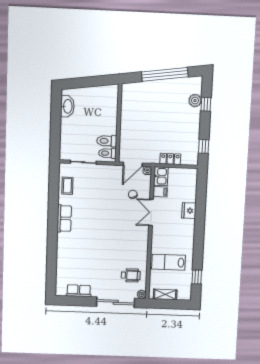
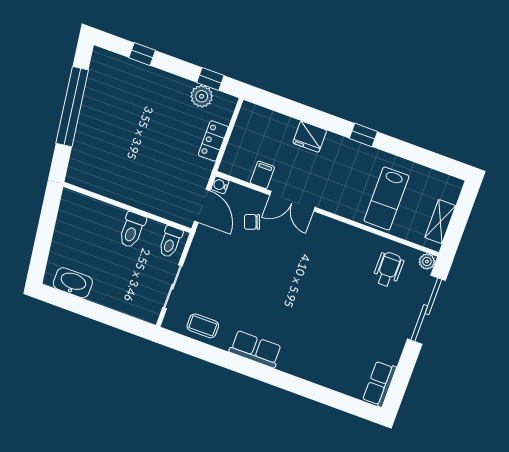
plant: (195, 101) -> (202, 96), moved
toilet: (107, 141) -> (132, 230), moved
kitchen sink: (161, 176) -> (237, 166), removed
window: (197, 277) -> (363, 135), moved
row of seats: (79, 291) -> (379, 384), moved

